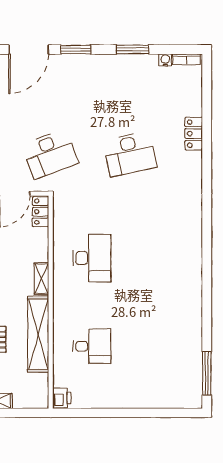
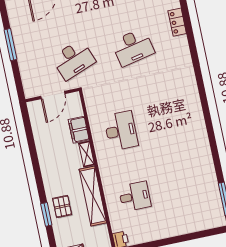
locker: (41, 212) -> (75, 104), removed
filing cabinet: (38, 245) -> (79, 130), added

